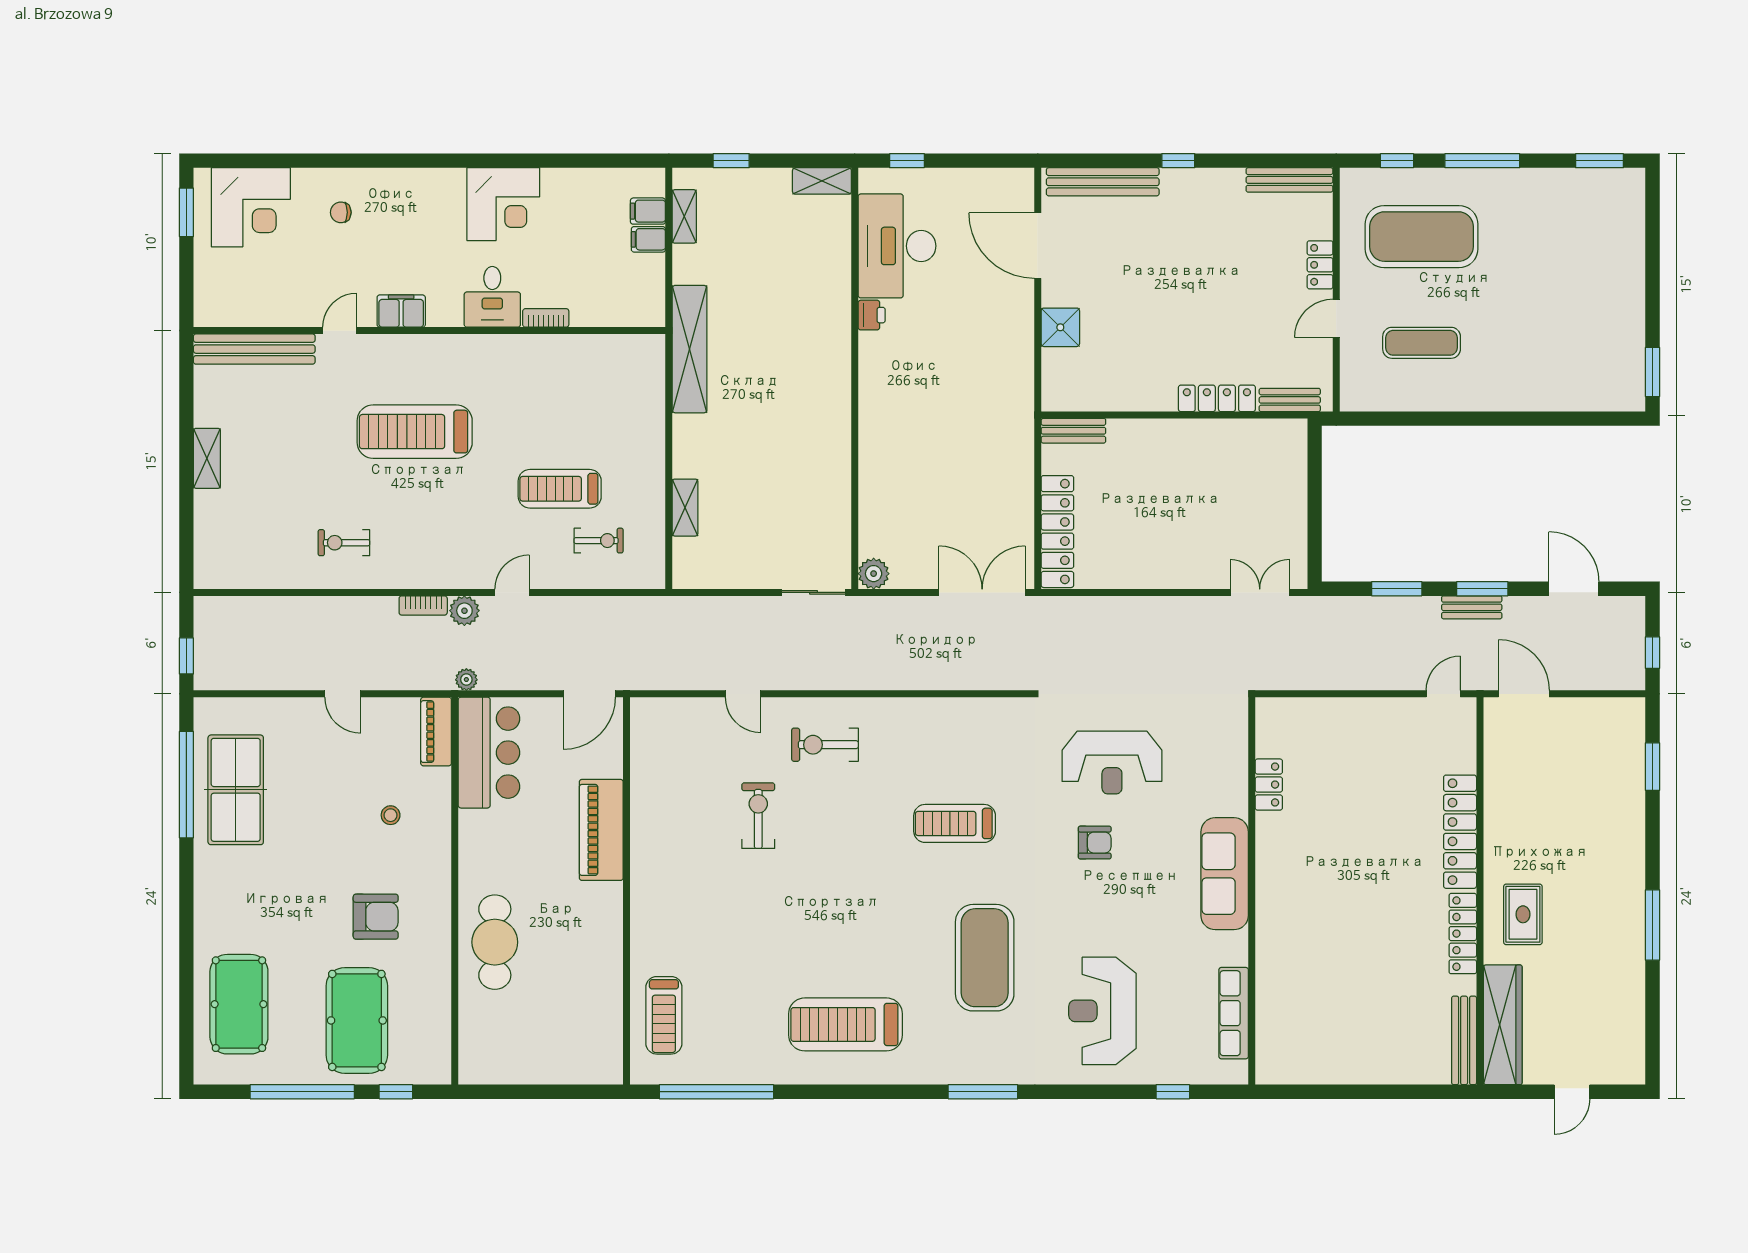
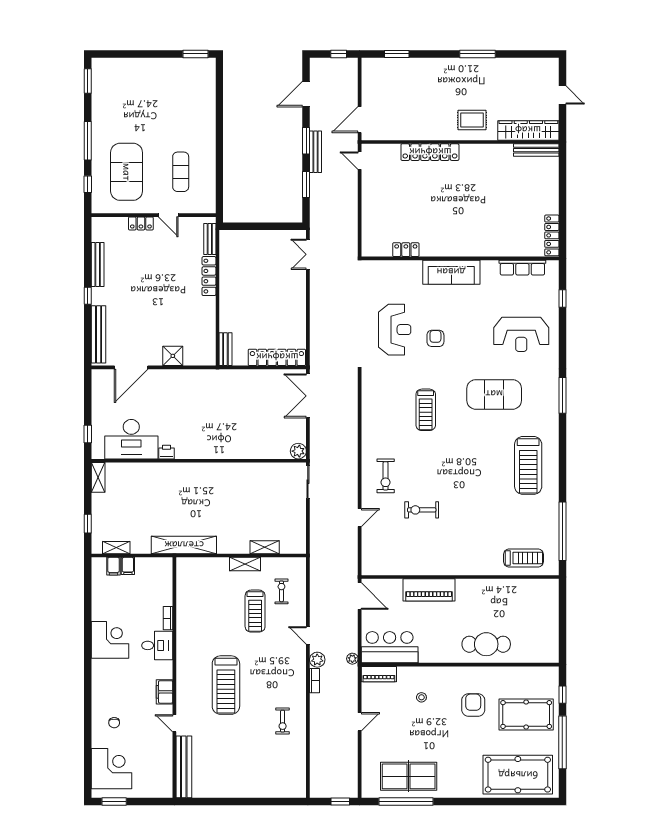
bench: (1289, 180) -> (98, 264), moved
shelving: (207, 458) -> (245, 564), moved
bench: (1472, 607) -> (316, 152), width x1.36
locker: (1463, 934) -> (552, 235), moved, turned 90
pool table: (239, 1004) -> (518, 775), width x1.36, depth x1.32

